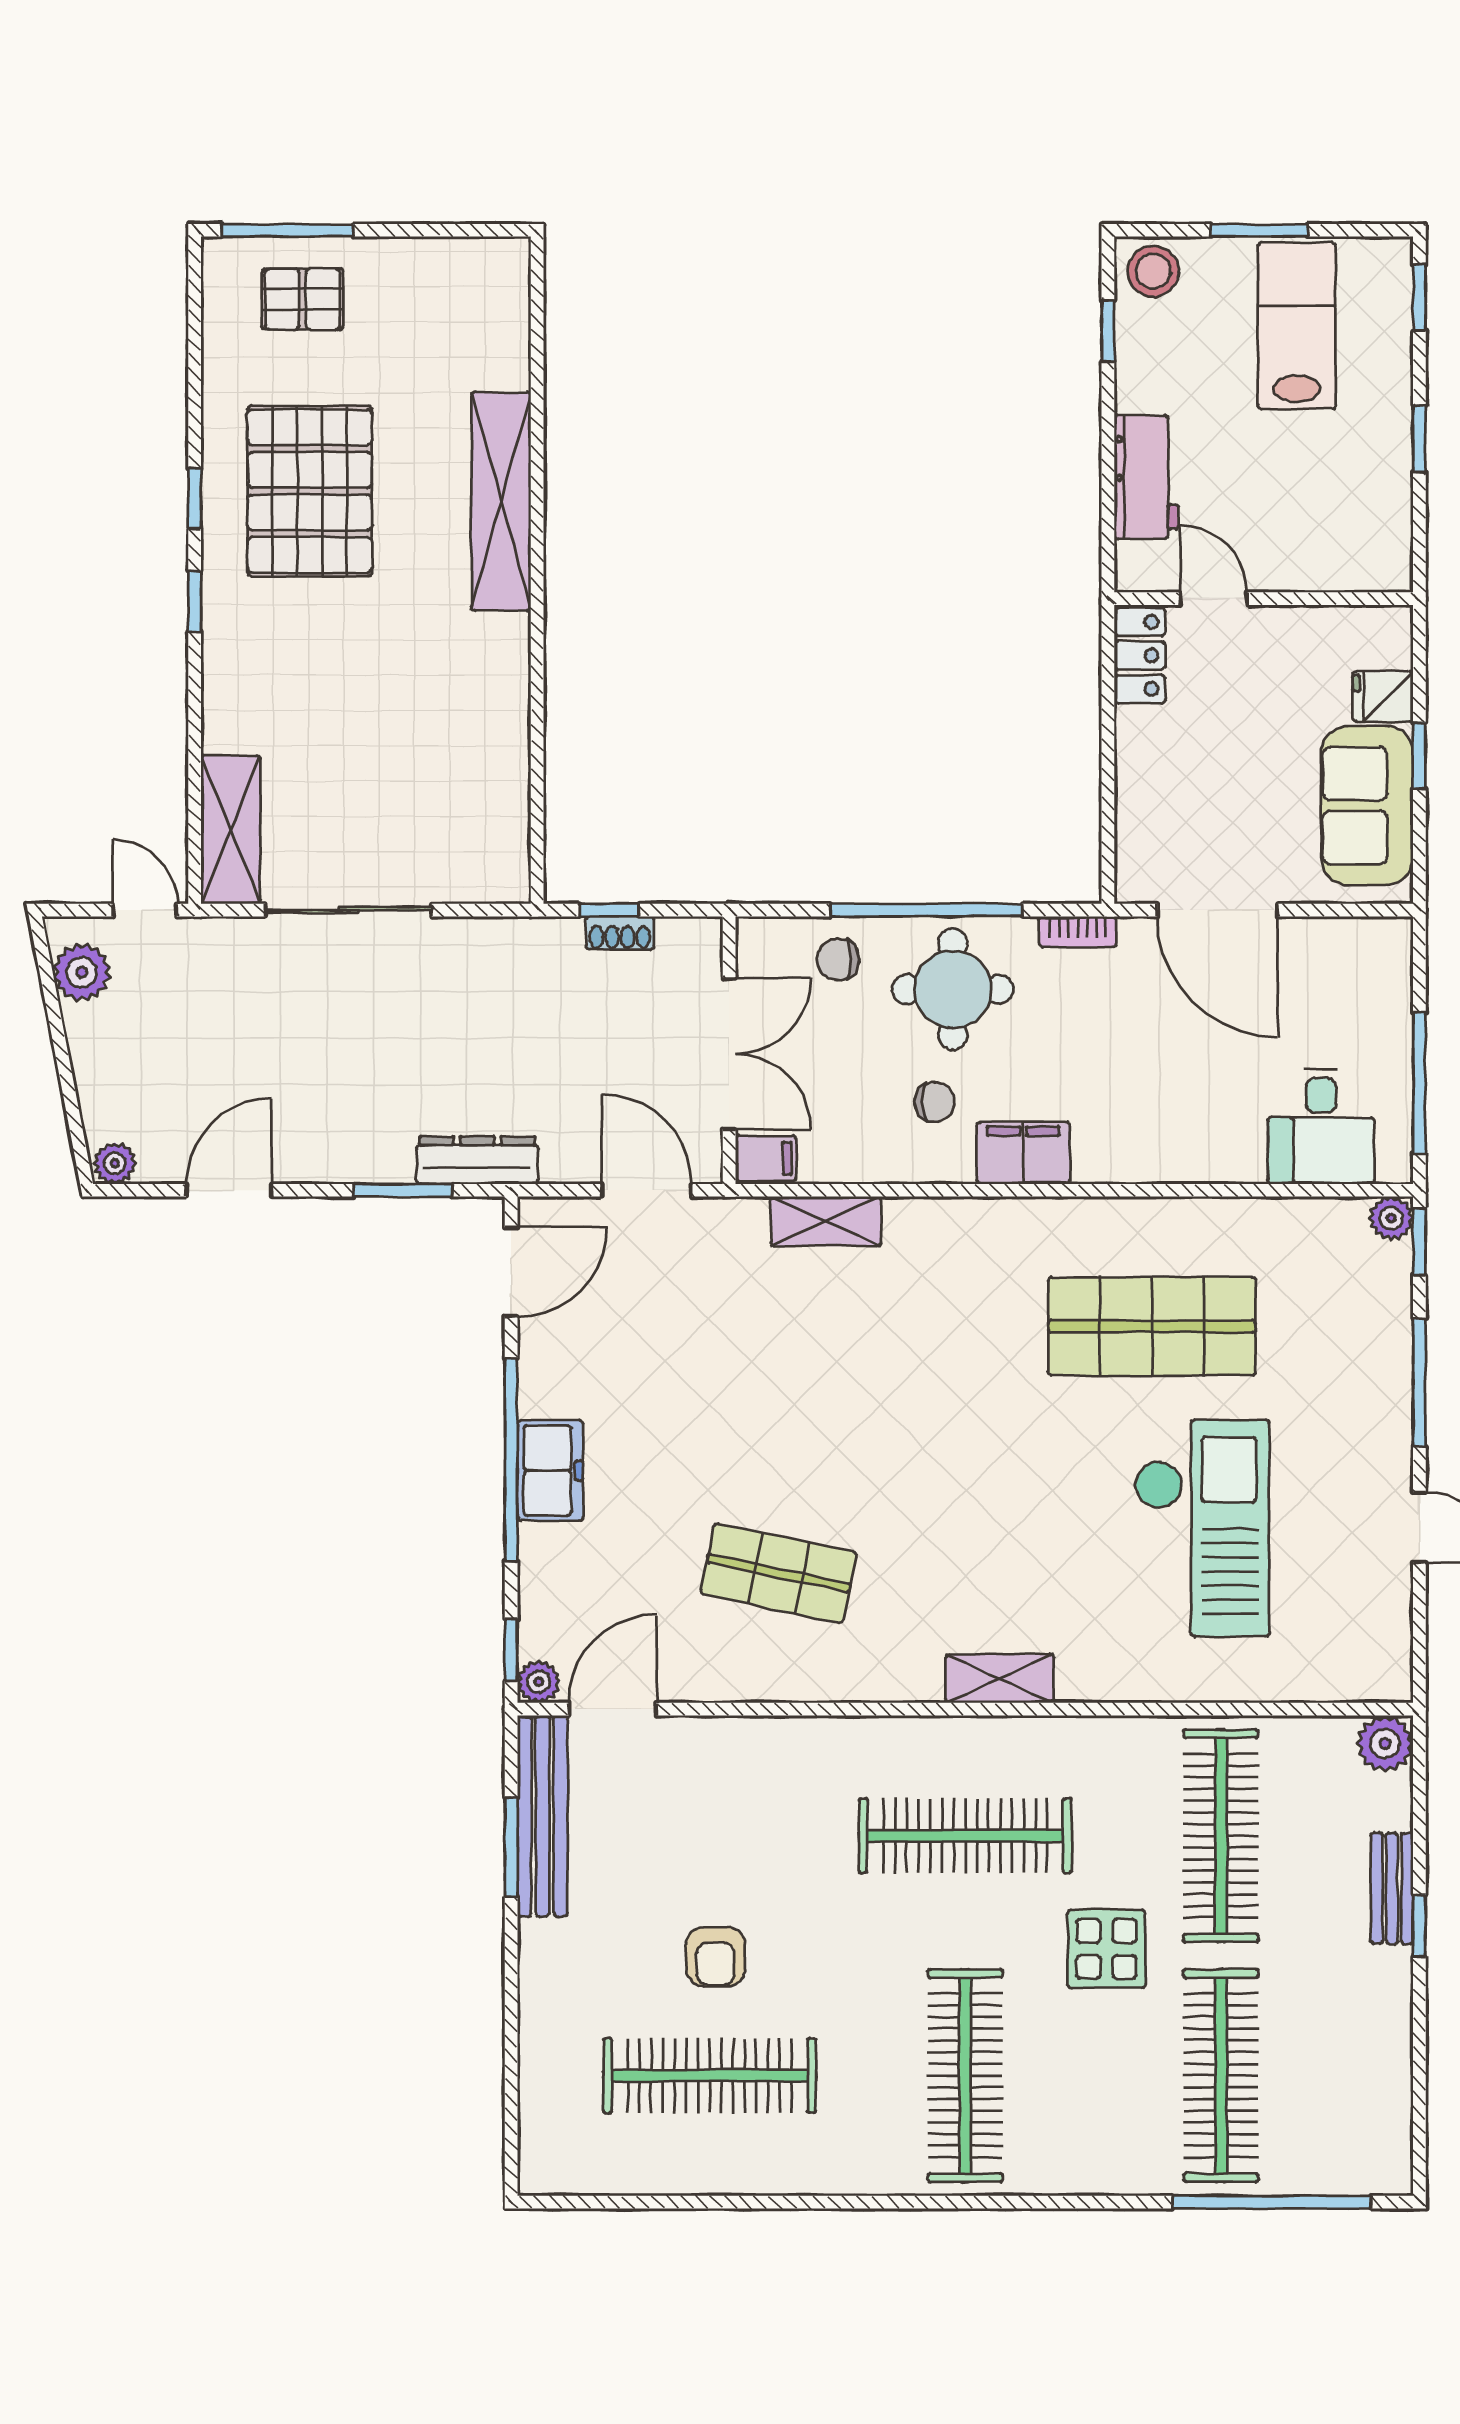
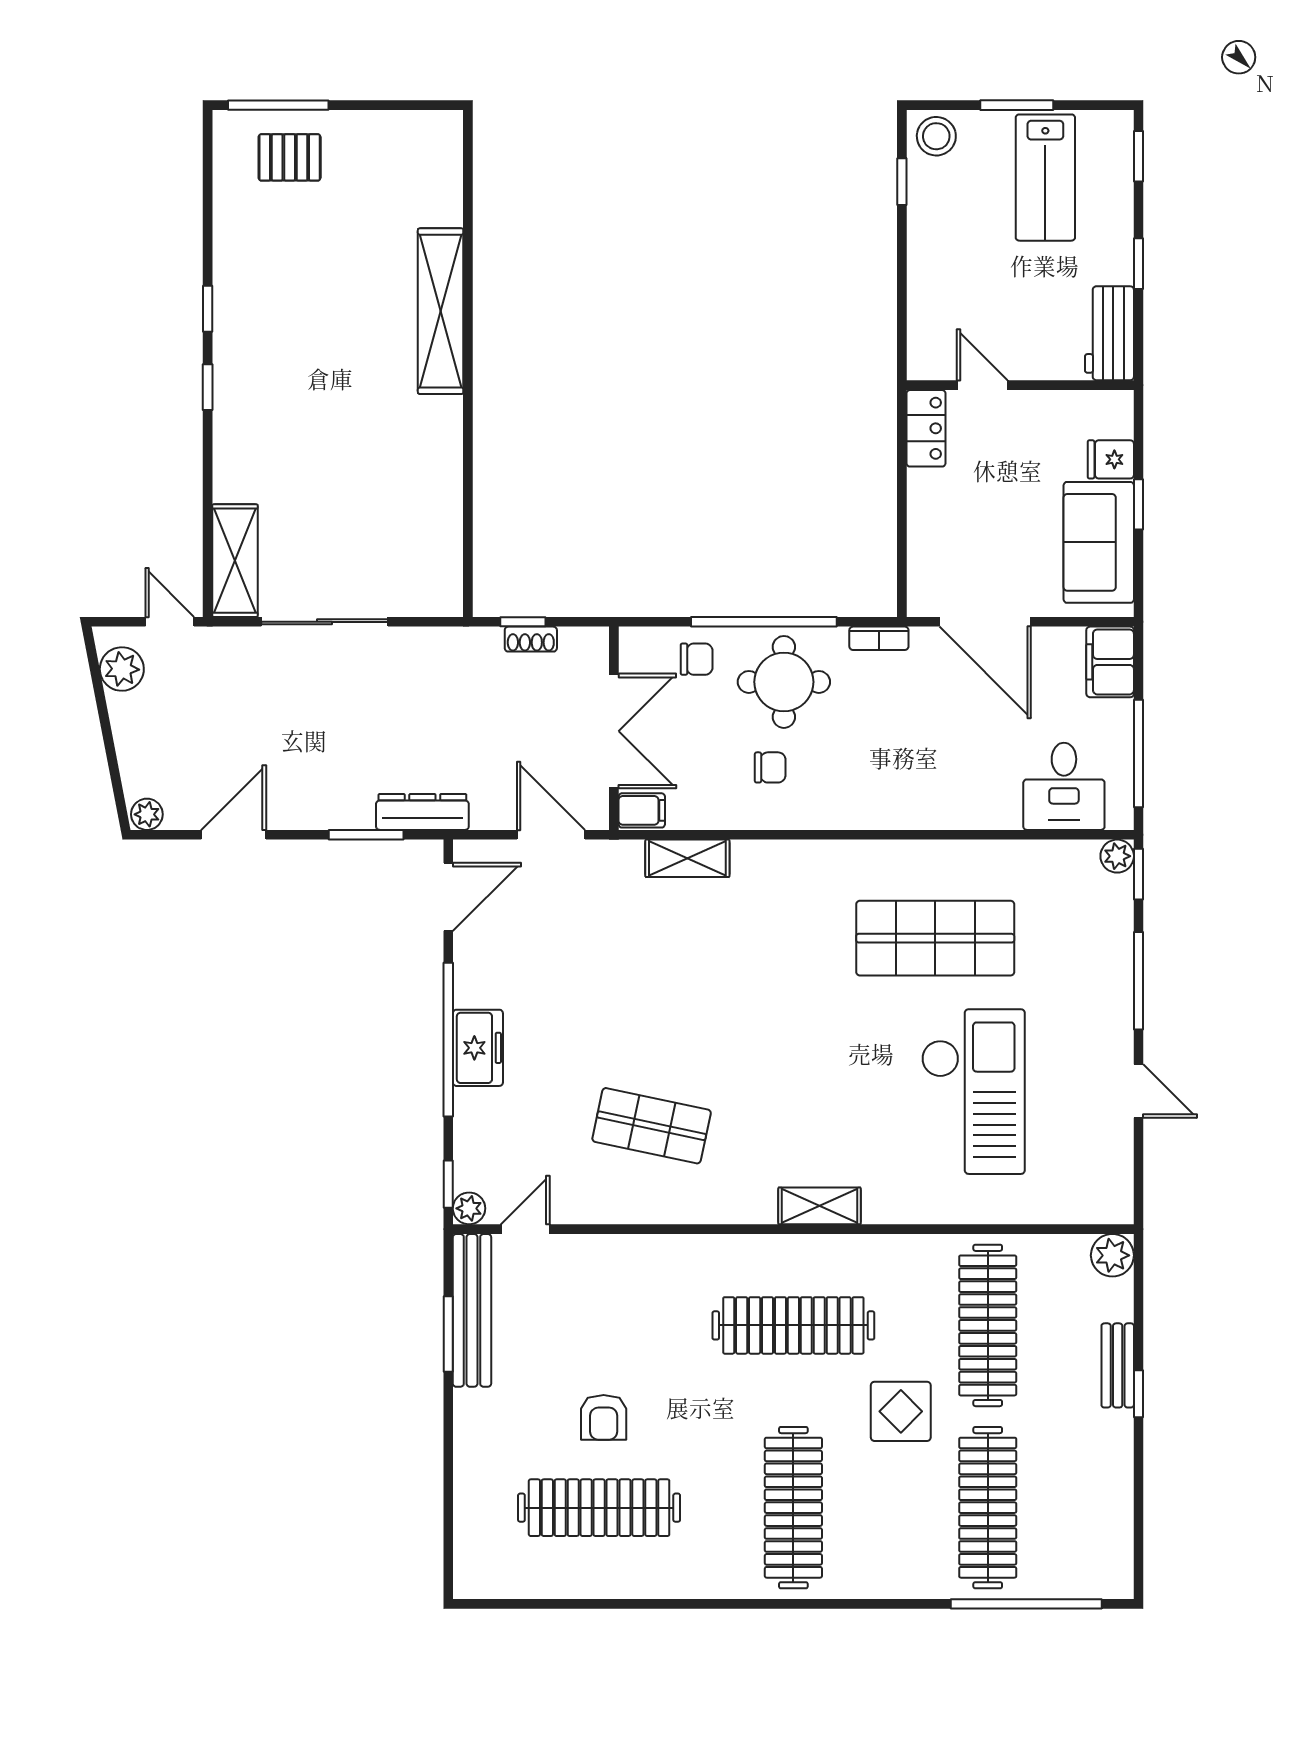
lab bench: (1297, 326) -> (1045, 178), turned 180
workbench: (1146, 477) -> (1109, 333), moved, turned 180
pallet: (310, 491) -> (295, 303), removed
chair: (838, 959) -> (697, 659), turned 180
filing cabinet: (1023, 1153) -> (1110, 662), moved, turned -90
door: (613, 1709) -> (525, 1229), width x0.73

